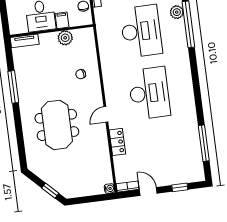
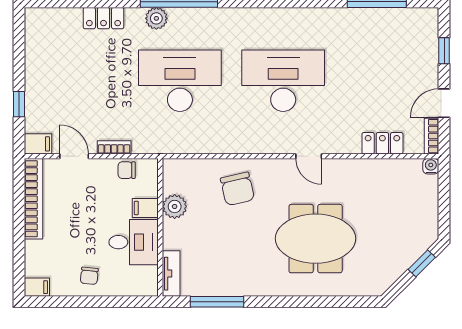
chair: (81, 74) -> (237, 189), width x1.87, depth x1.87
window: (13, 87) -> (217, 302), moved
locker: (117, 142) -> (382, 143), moved

